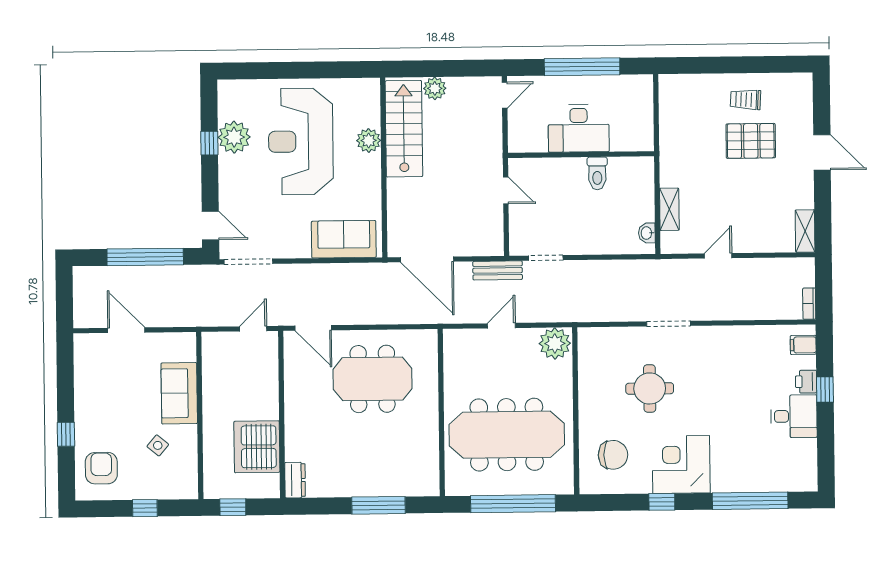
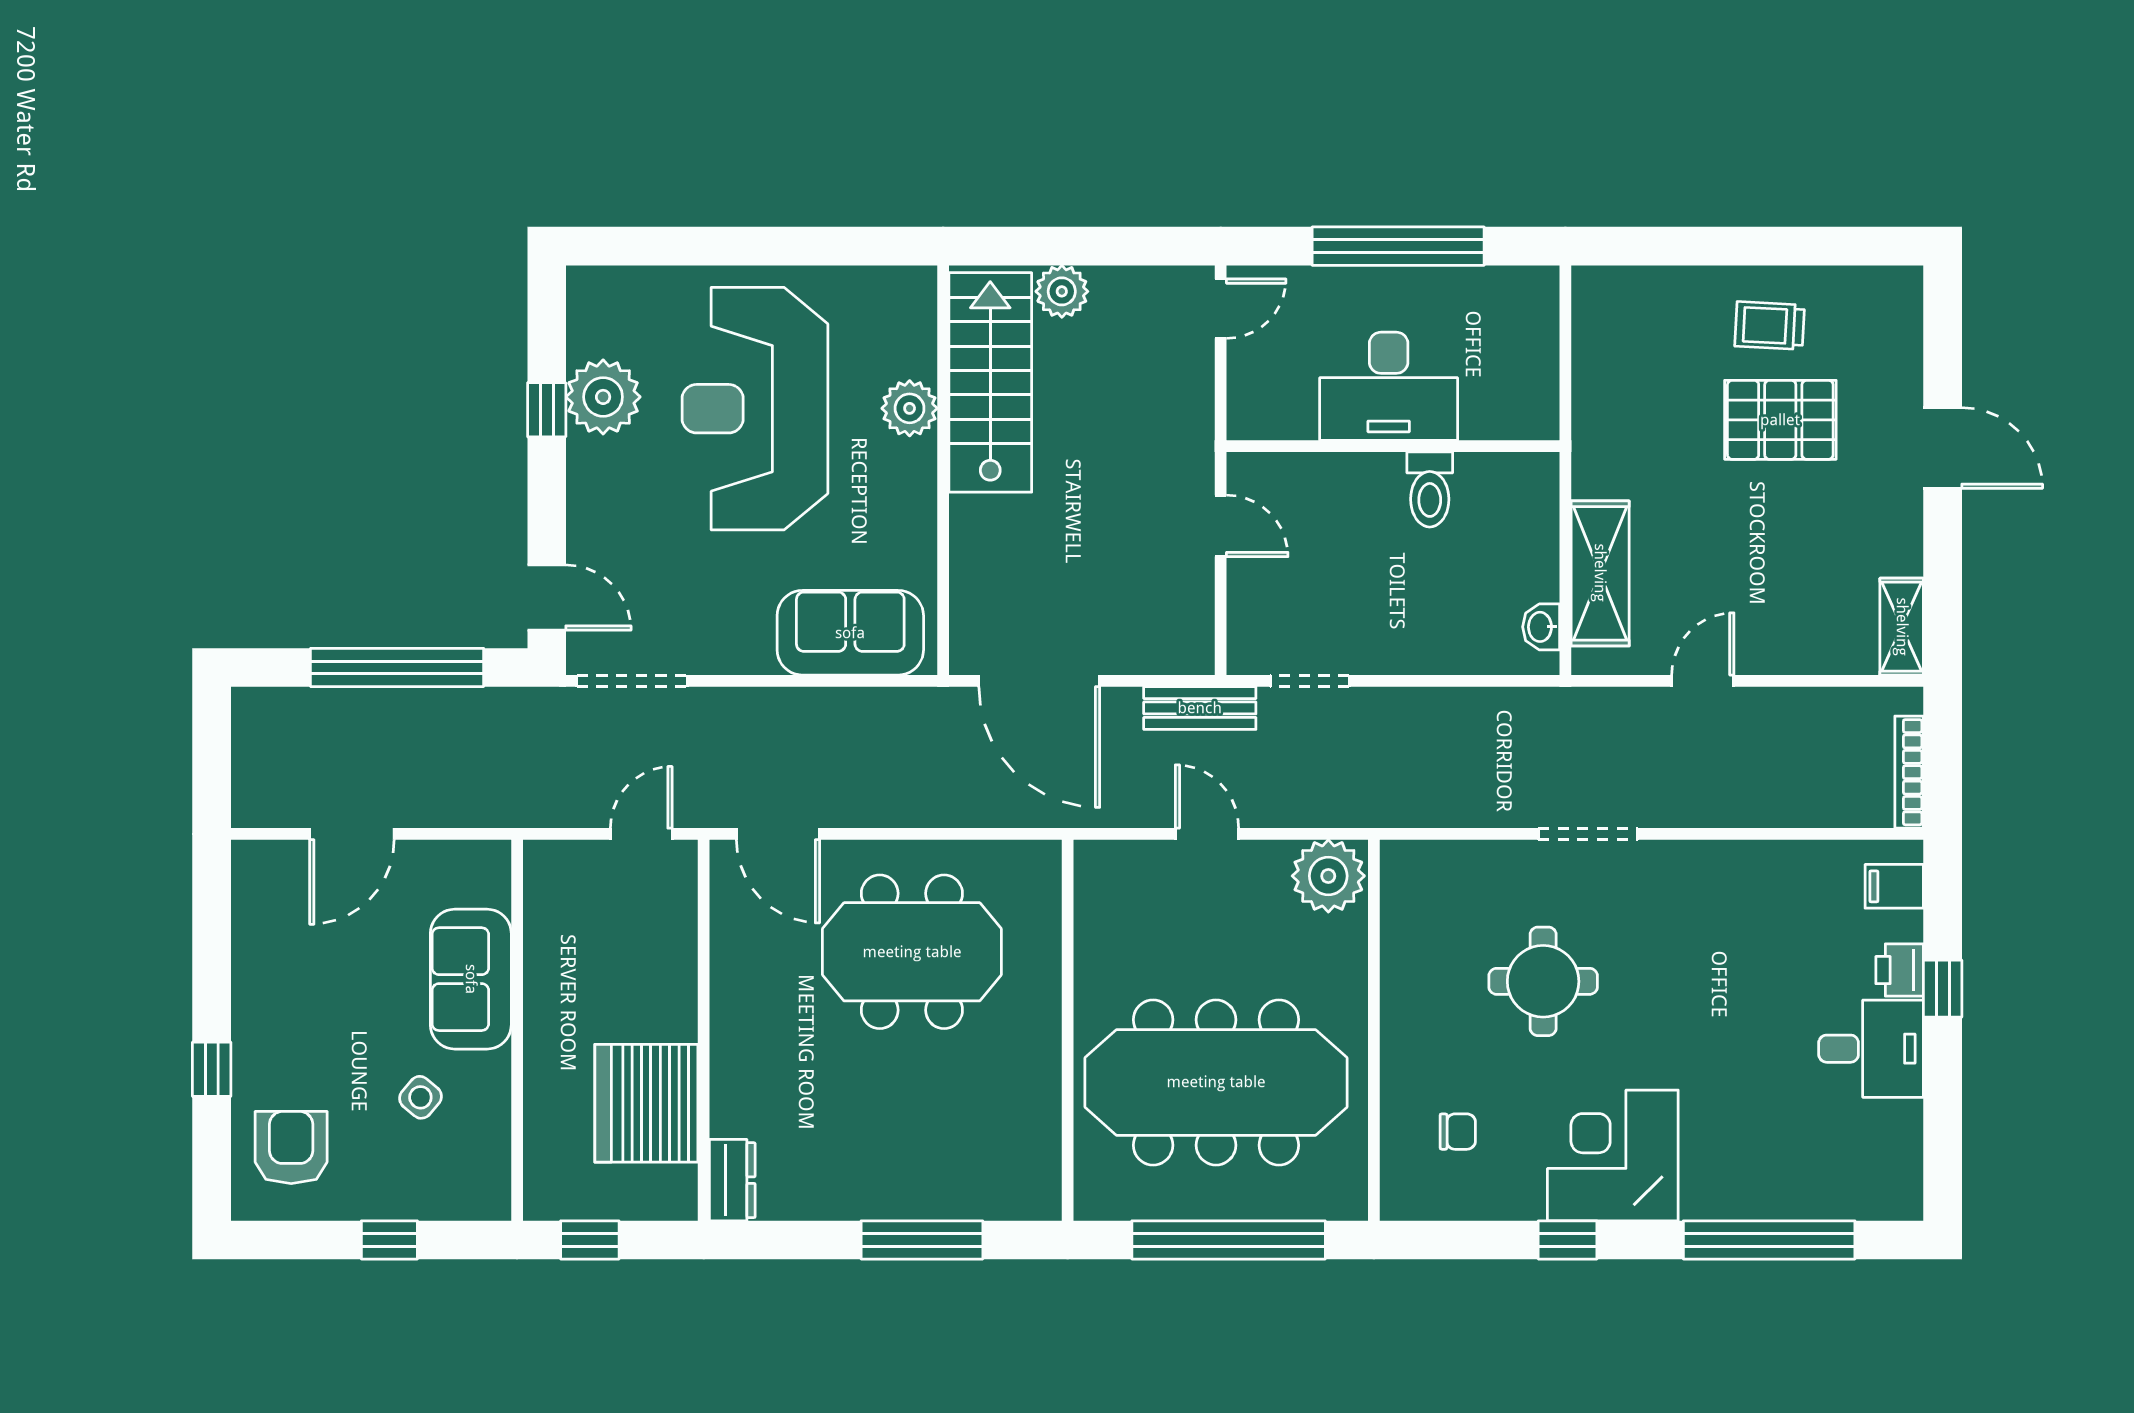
shelving: (669, 209) -> (1600, 573), width x1.50, depth x1.33
bookcase: (809, 304) -> (1909, 772), width x1.56
door: (501, 326) -> (1207, 834), hinge flipped
door: (126, 330) -> (352, 834), swing flipped
chair: (613, 455) -> (1458, 1132), width x0.54, depth x0.54

